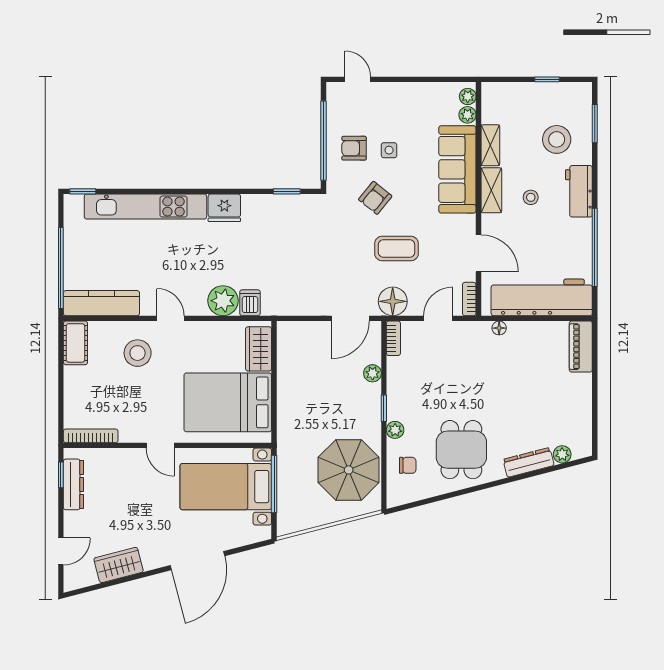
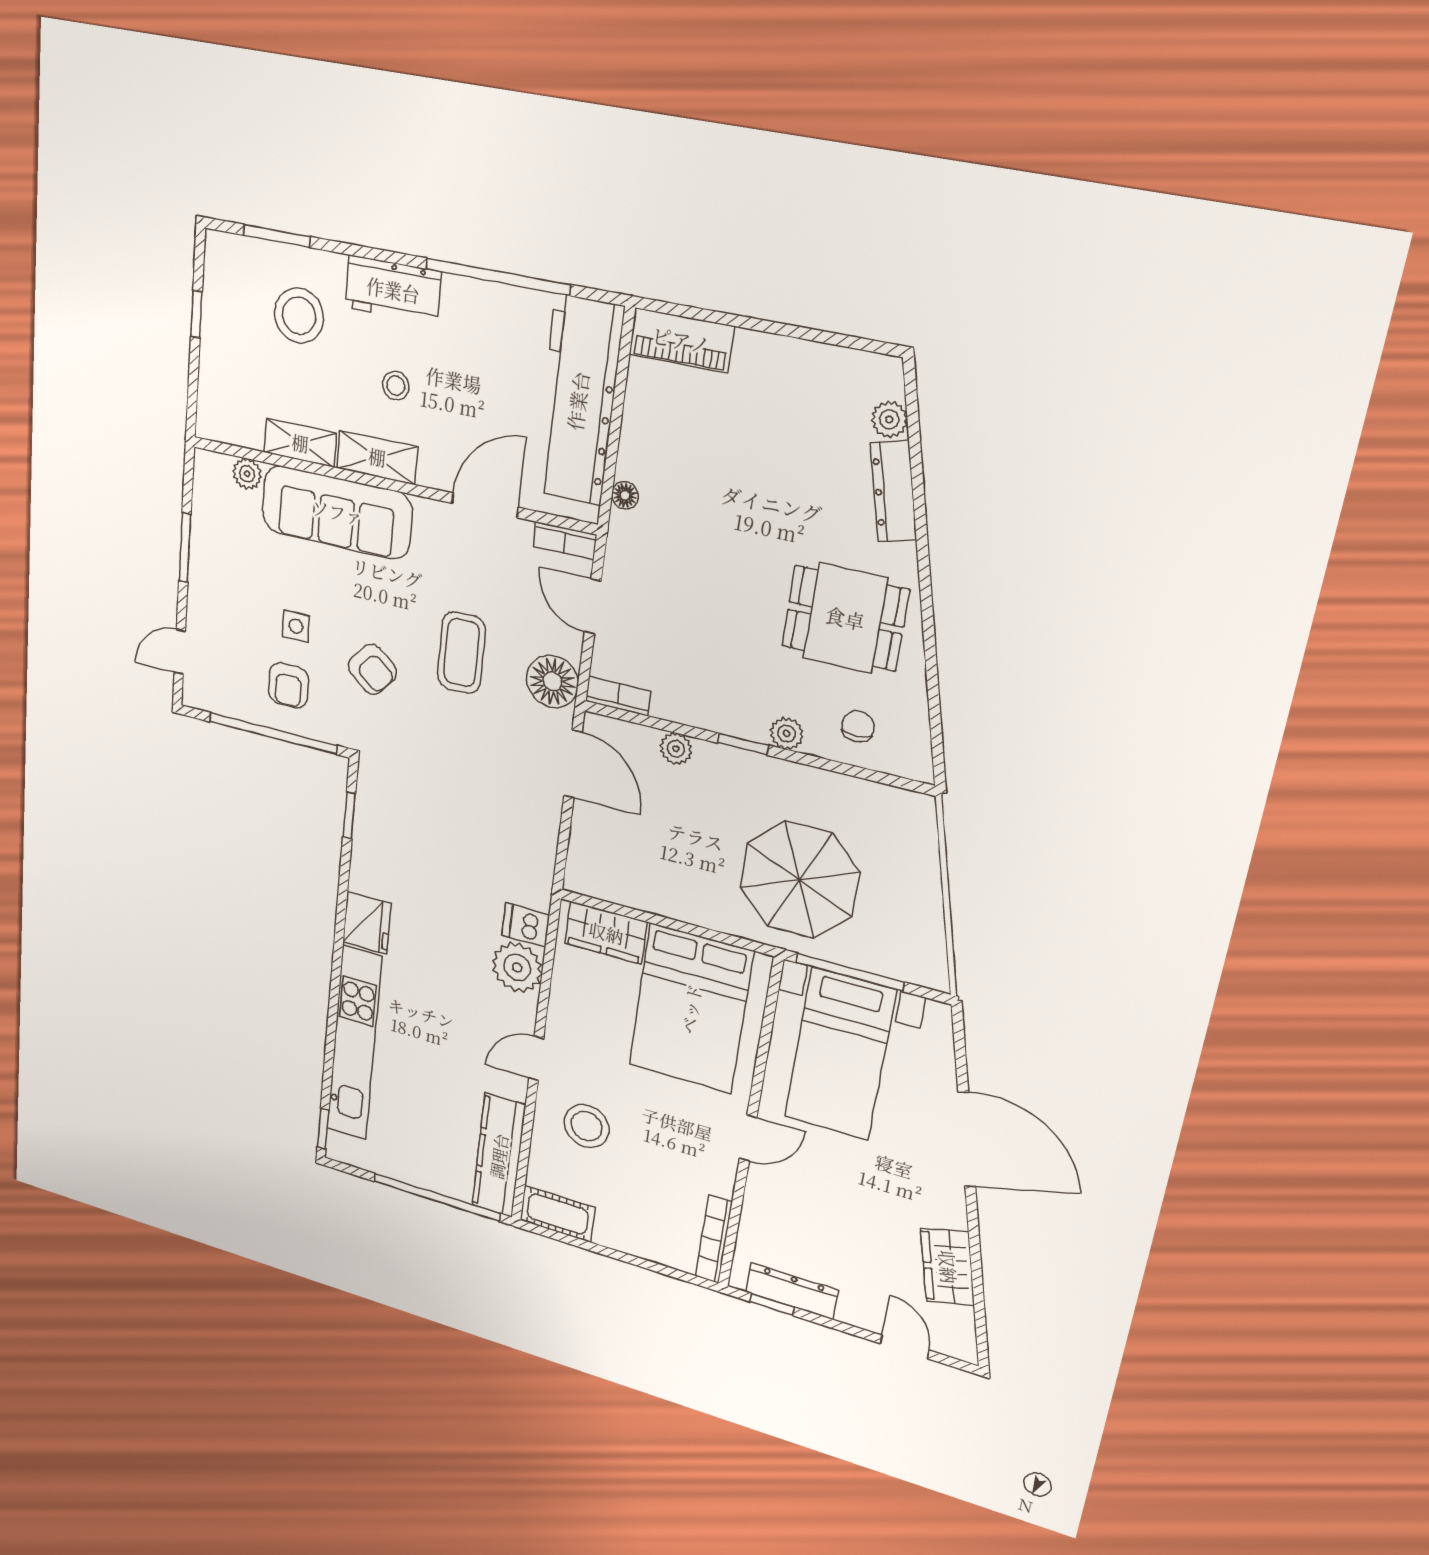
window: (419, 79) -> (185, 548), added
plant: (468, 96) -> (217, 467), removed
parasol: (349, 470) -> (799, 880), moved

